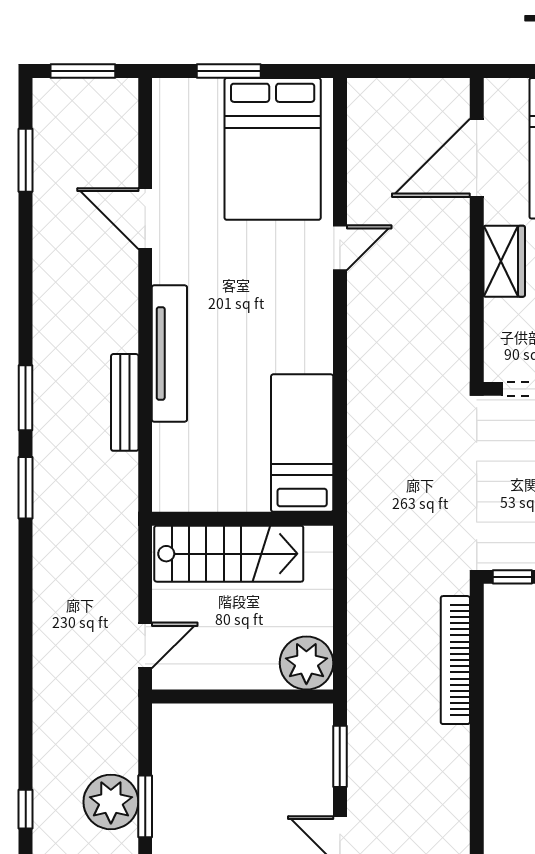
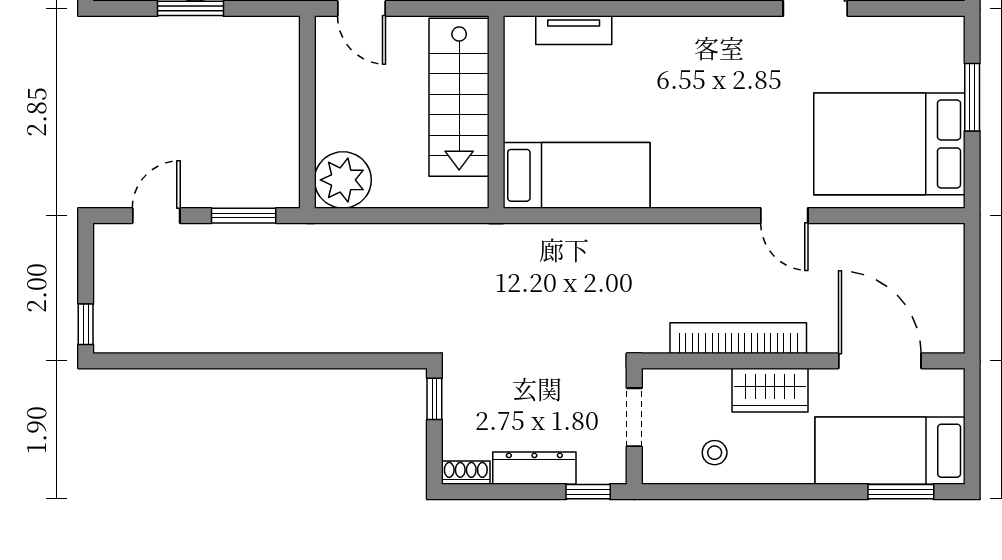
tv unit: (169, 353) -> (574, 30), moved, width x0.52, depth x0.78
bookcase: (455, 660) -> (738, 338), moved

